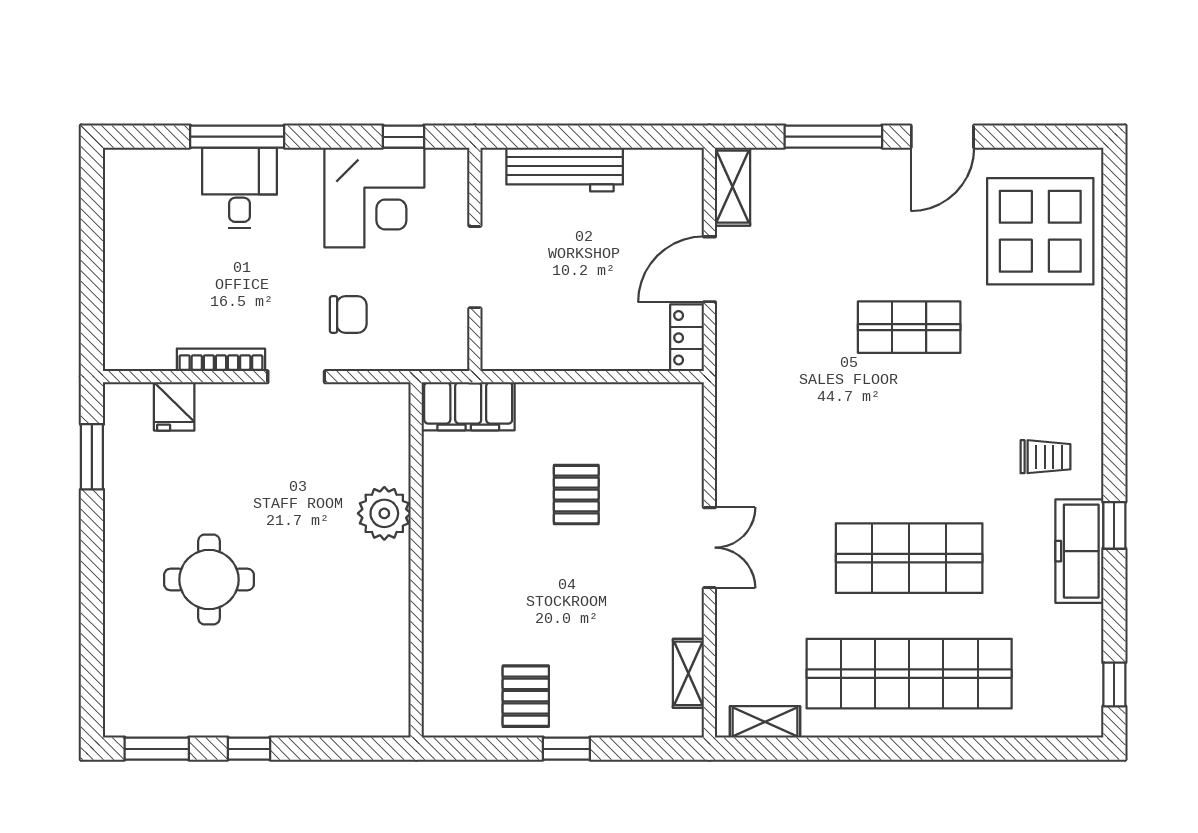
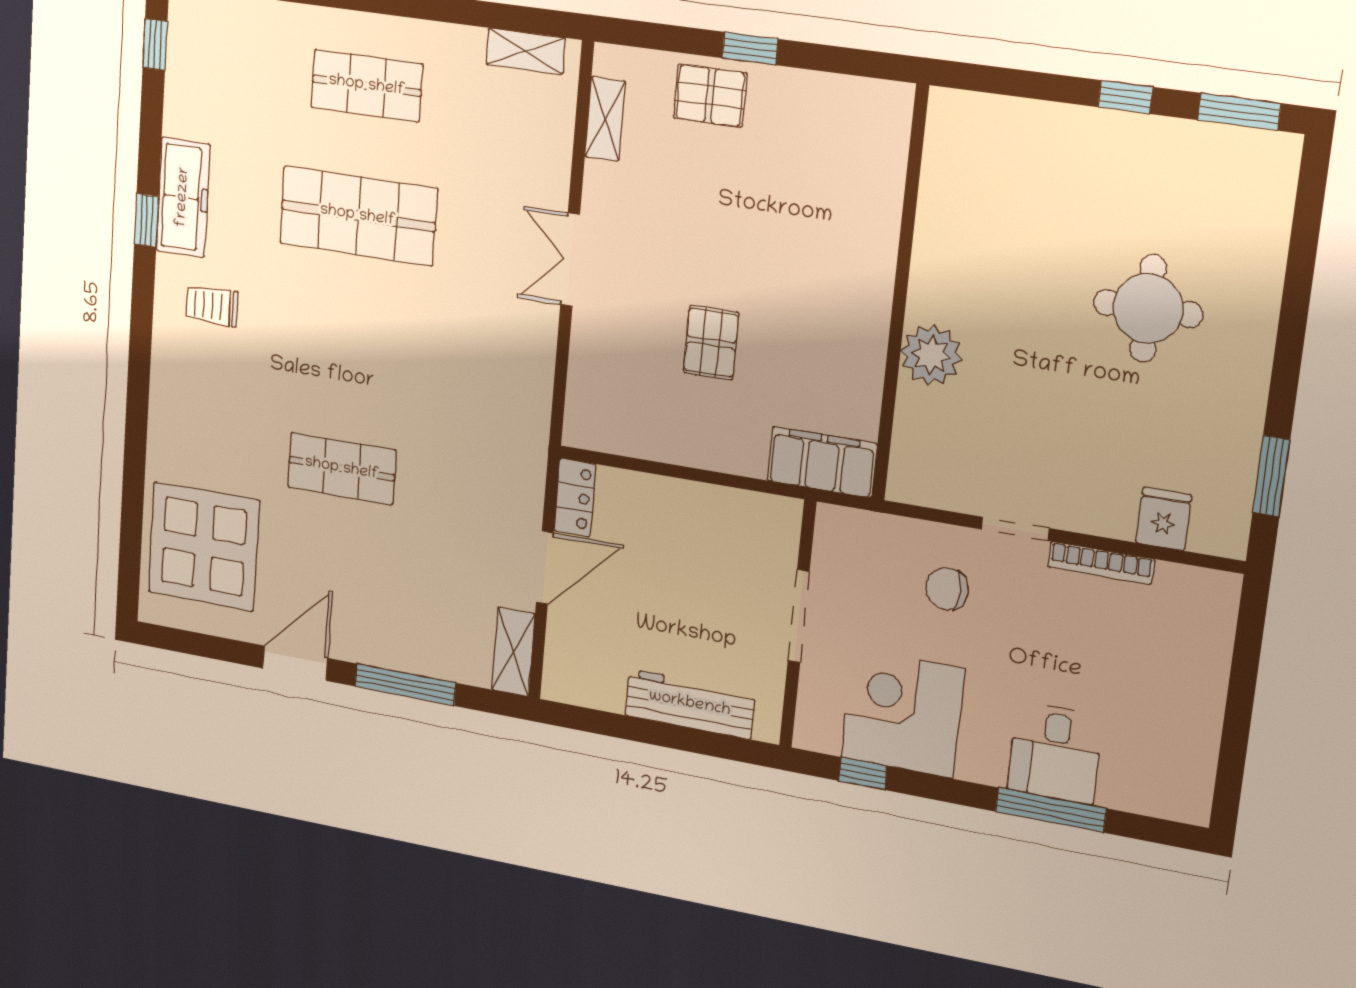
shop shelf: (909, 674) -> (367, 86), width x0.50, depth x0.74
pallet: (526, 696) -> (710, 96), moved, turned 90

